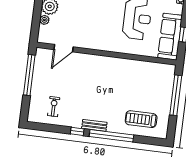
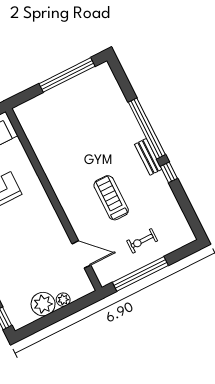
window: (176, 95) -> (67, 75), moved
exercise bike: (54, 107) -> (142, 241), moved
treadmill: (141, 119) -> (111, 198), moved, turned 180

